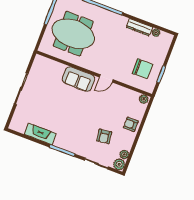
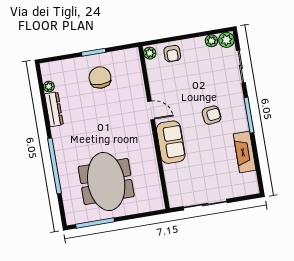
wall: (94, 74) -> (154, 128), moved
door: (106, 78) -> (151, 110), moved
sofa: (78, 79) -> (171, 142), moved
plant: (144, 99) -> (150, 53), moved
armchair: (104, 136) -> (212, 115), moved

